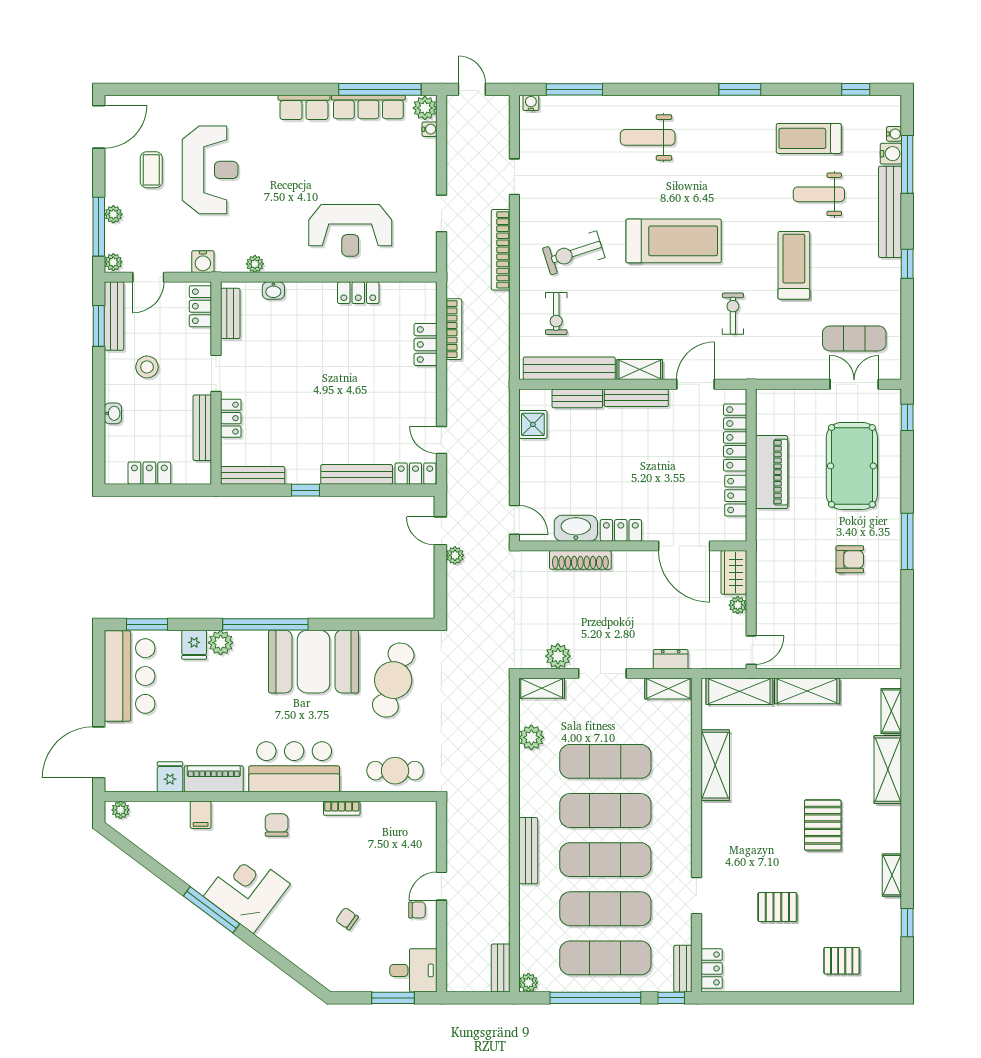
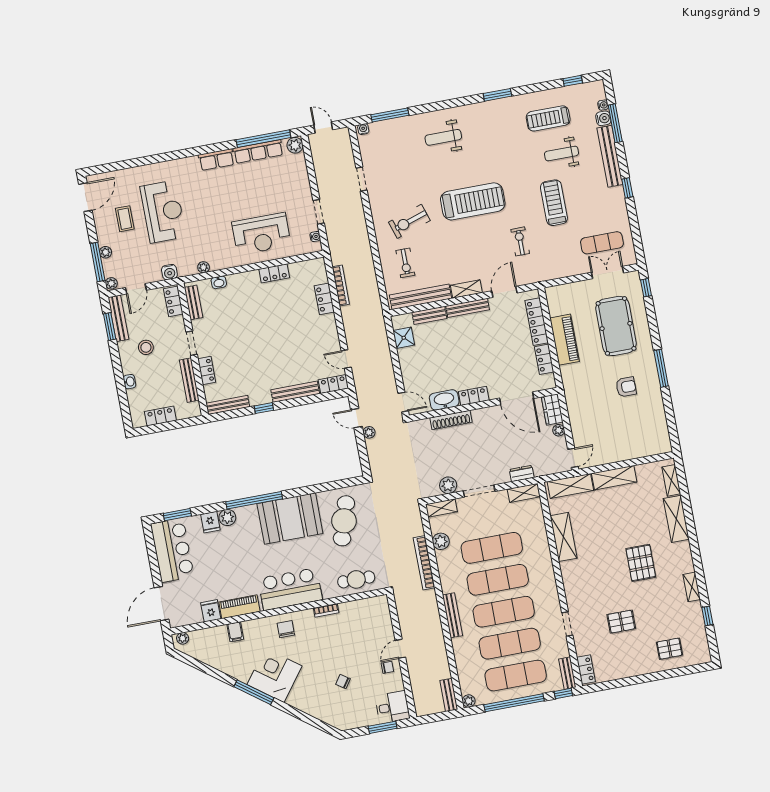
water cooler: (430, 129) -> (315, 237), moved
bookcase: (501, 250) -> (424, 563), moved

